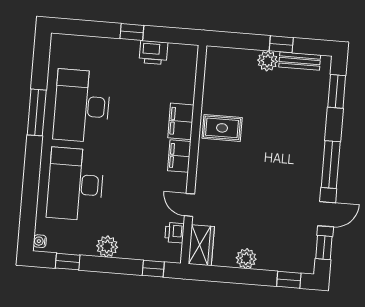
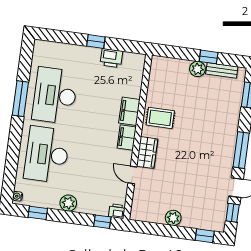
printer: (174, 233) -> (117, 211), moved, turned 90
wardrobe: (201, 245) -> (147, 153), moved

